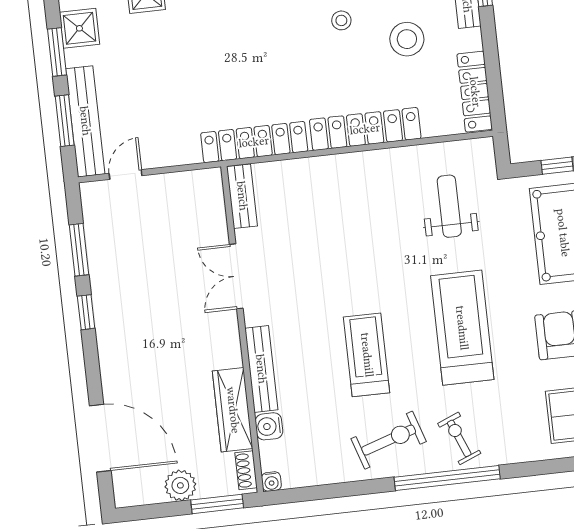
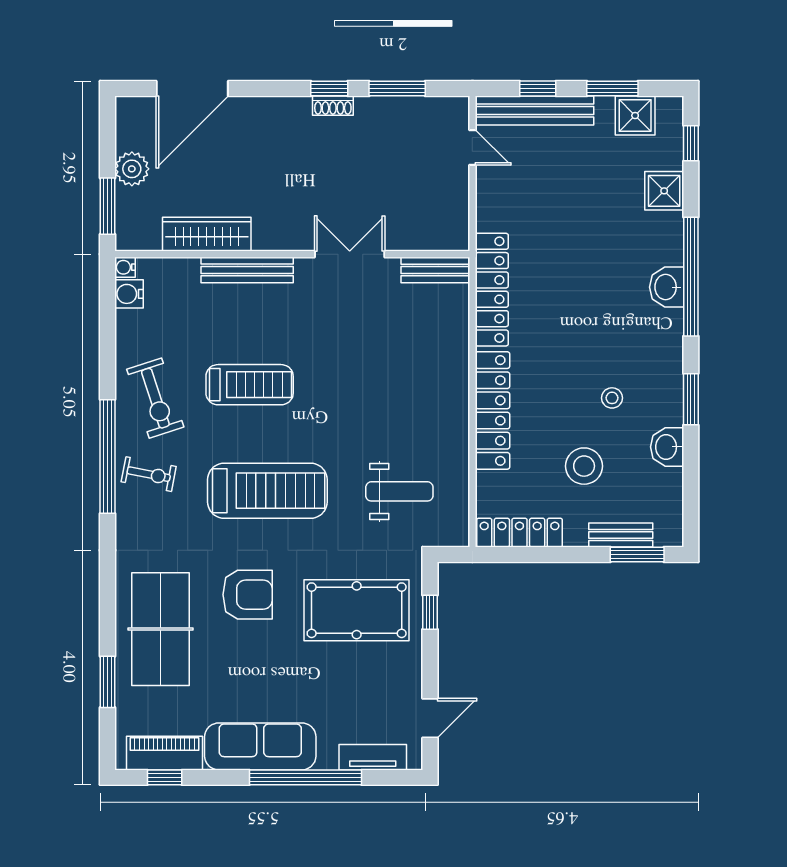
window: (65, 121) -> (538, 88), width x0.67
water cooler: (269, 426) -> (129, 294), moved, turned -90
exercise bike: (459, 438) -> (149, 474), turned 33
shoe rack: (246, 470) -> (333, 106), moved, turned 180

